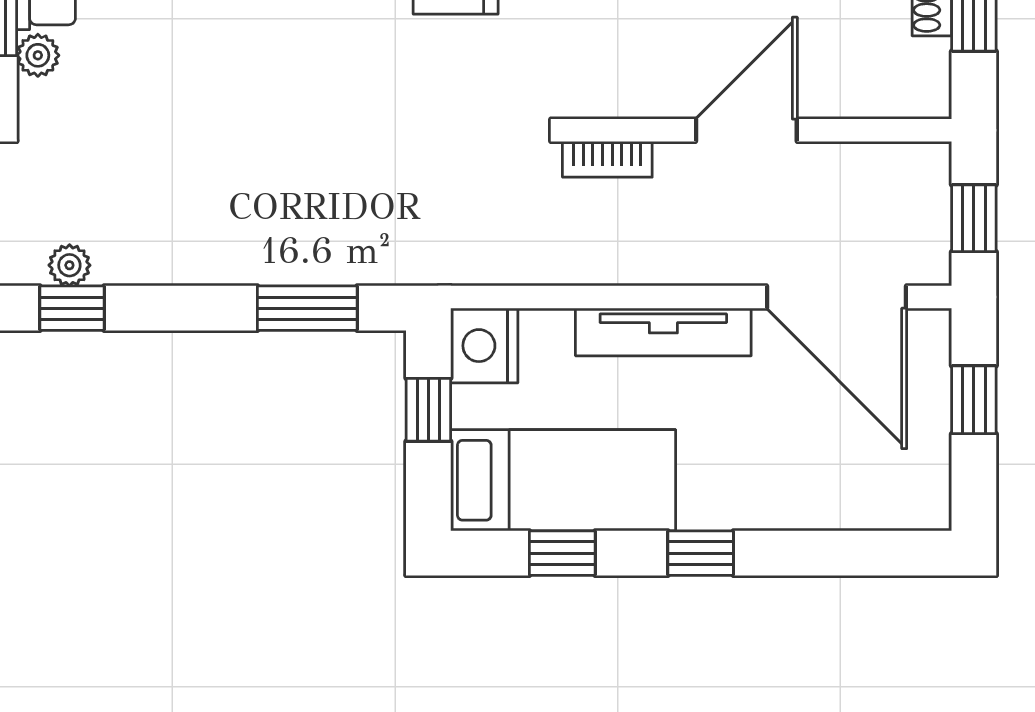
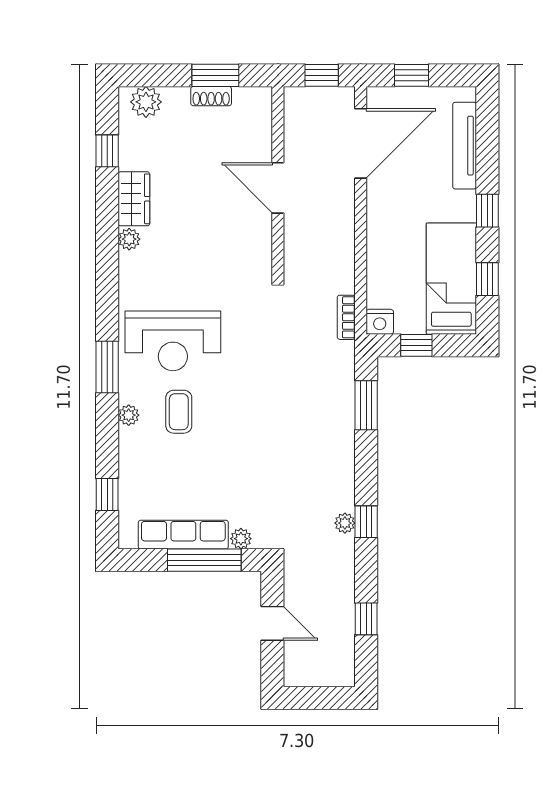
bookcase: (607, 159) -> (346, 317), moved, turned 180
tv unit: (663, 332) -> (465, 146), moved, turned 180
nightstand: (484, 346) -> (380, 322), width x0.74, depth x0.75

